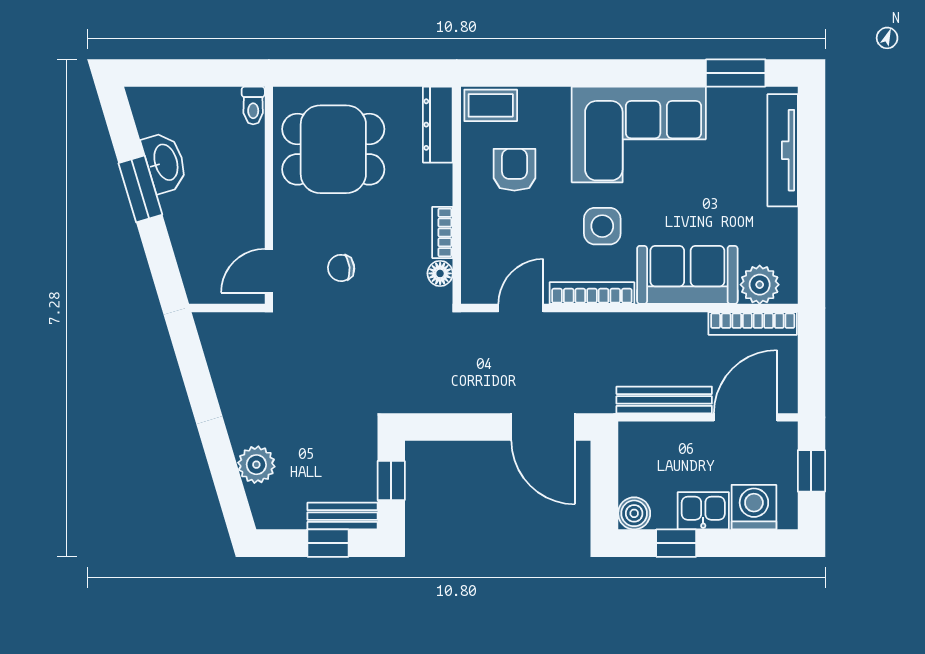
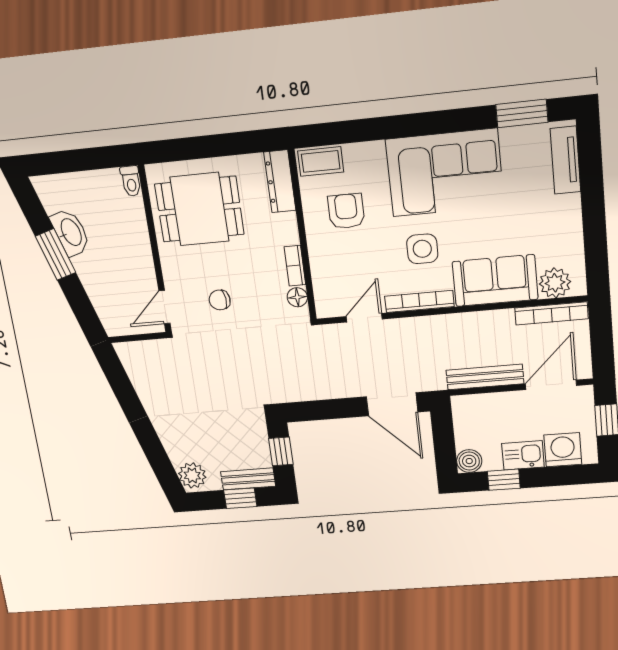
tv unit: (783, 150) -> (565, 160), width x0.71
plant: (256, 465) -> (192, 475), moved

